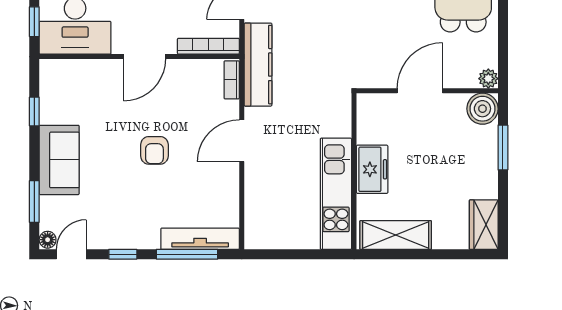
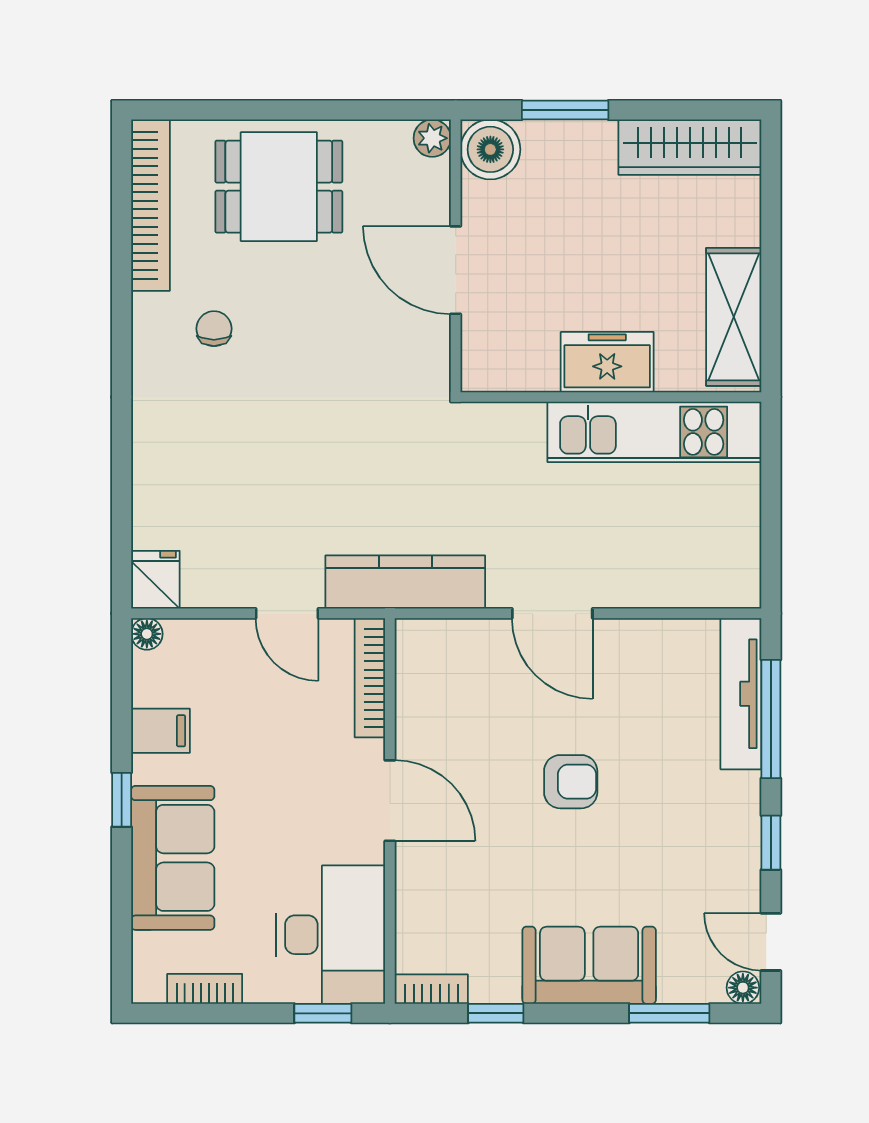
bookcase: (232, 80) -> (431, 989), moved, turned 180
wardrobe: (484, 225) -> (690, 147), width x1.50

